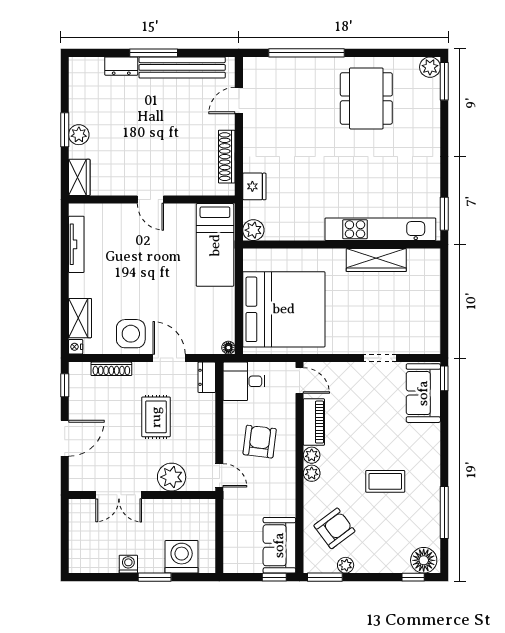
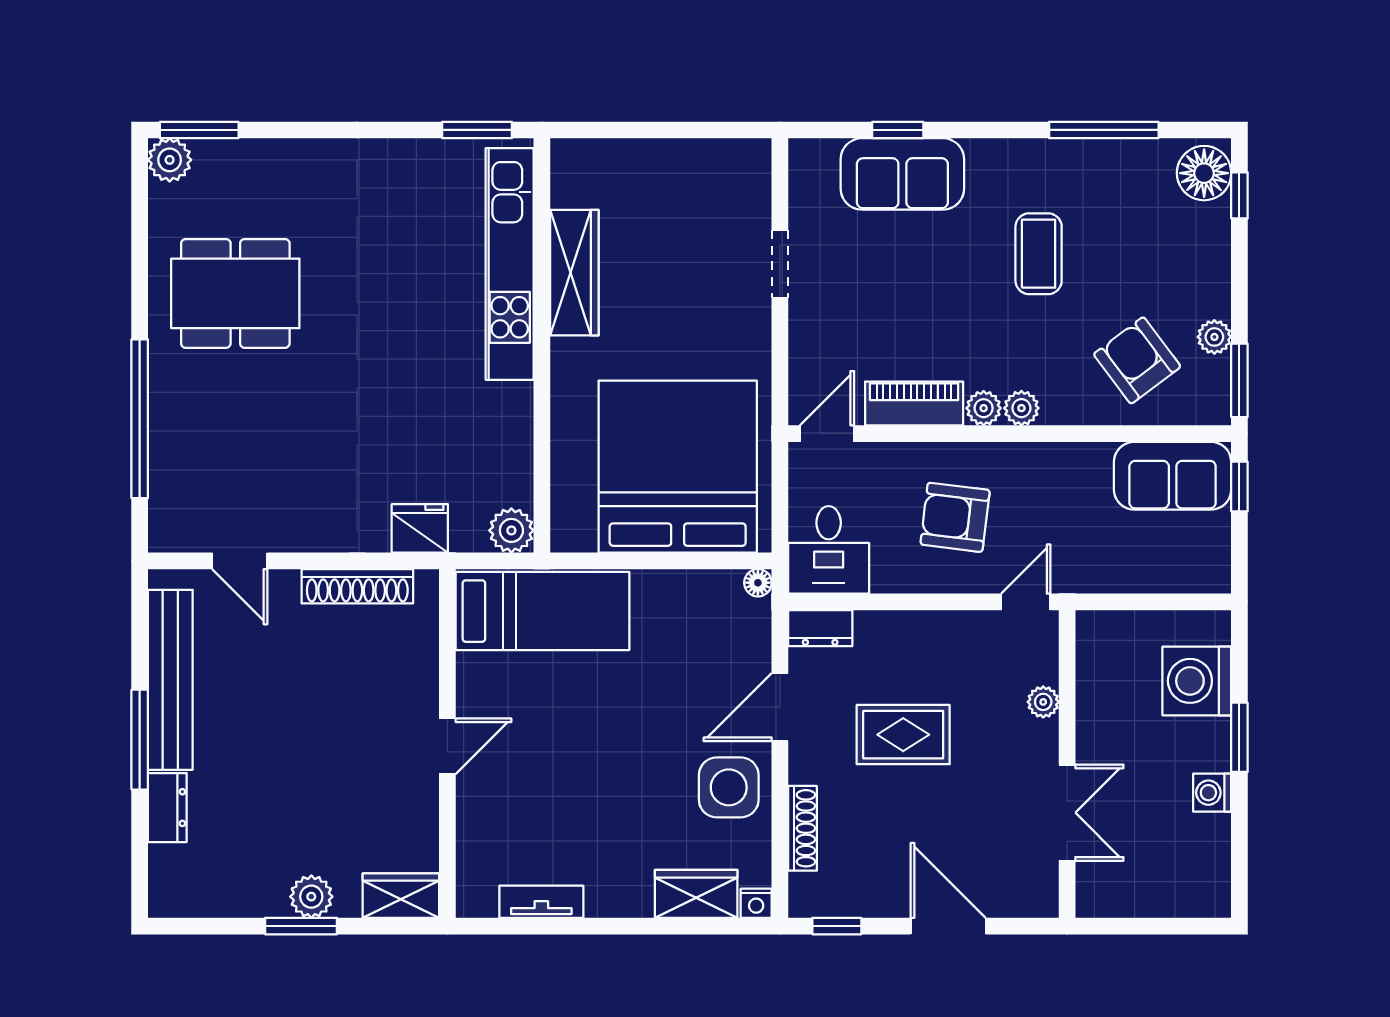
tv unit: (76, 244) -> (541, 902), width x0.71
window: (444, 378) -> (898, 130), moved
sofa: (423, 393) -> (902, 174), moved
plant: (172, 477) -> (1043, 702), width x0.53, depth x0.53

